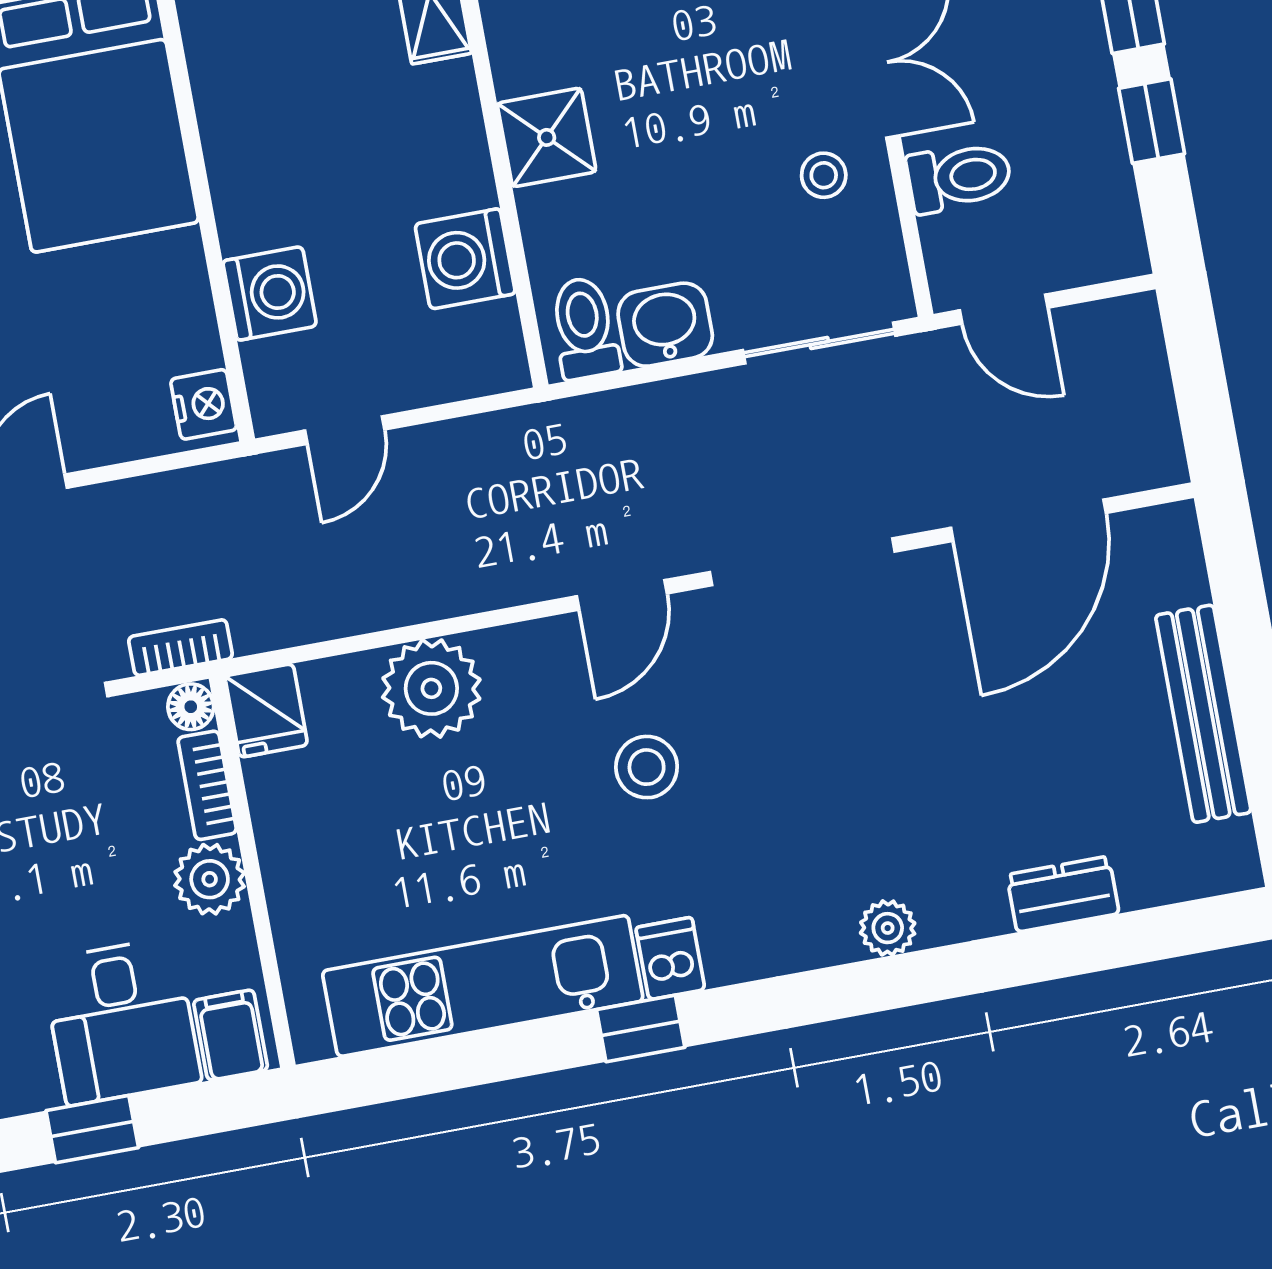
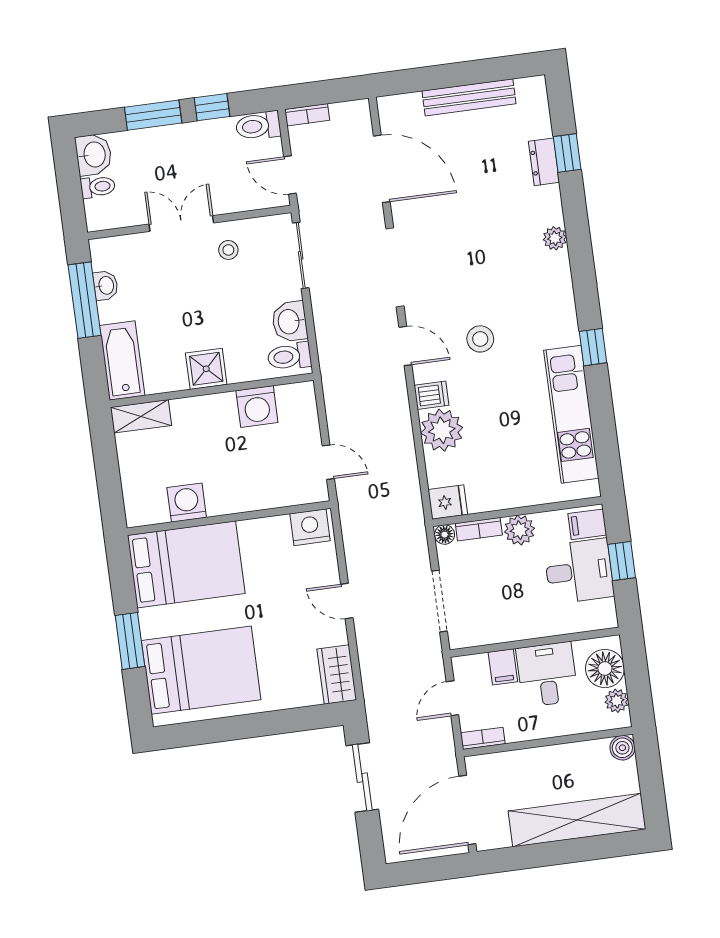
toilet: (959, 177) -> (258, 126), moved, turned -90
washing machine: (270, 293) -> (187, 503), moved
door: (1004, 309) -> (290, 175), swing flipped
nightstand: (204, 404) -> (310, 527), width x1.36, depth x1.33
bookcase: (181, 648) -> (307, 115), moved, turned -90
window: (1086, 947) -> (567, 153), added
dishwasher: (670, 959) -> (432, 395), moved, turned 180
window: (92, 1129) -> (622, 561), moved

